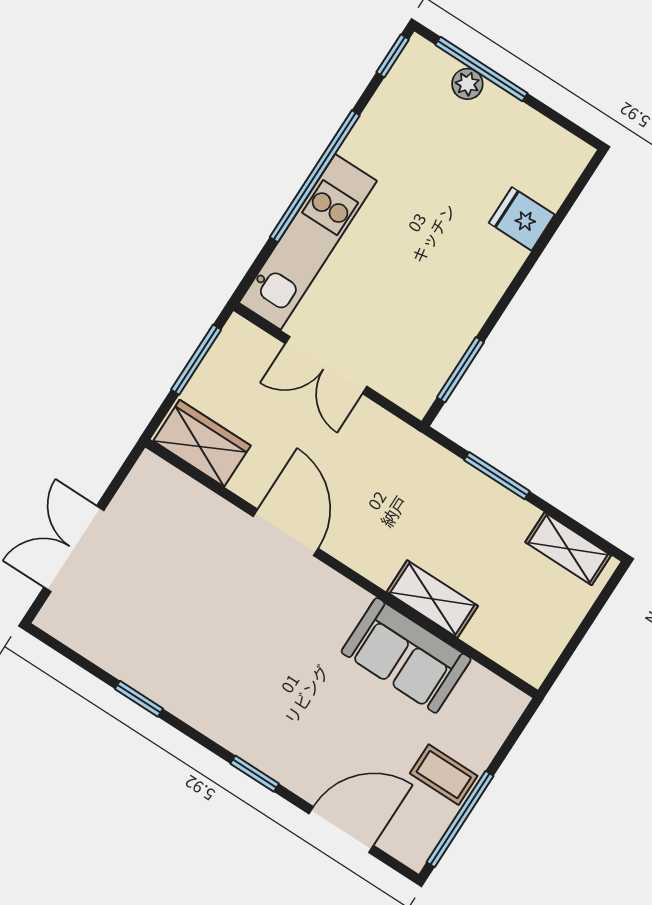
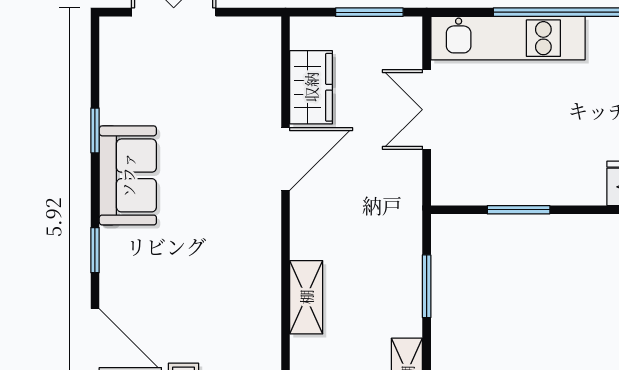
window: (461, 370) -> (519, 210), moved
wardrobe: (202, 443) -> (311, 87), moved
sofa: (406, 655) -> (128, 175), moved, turned 180

